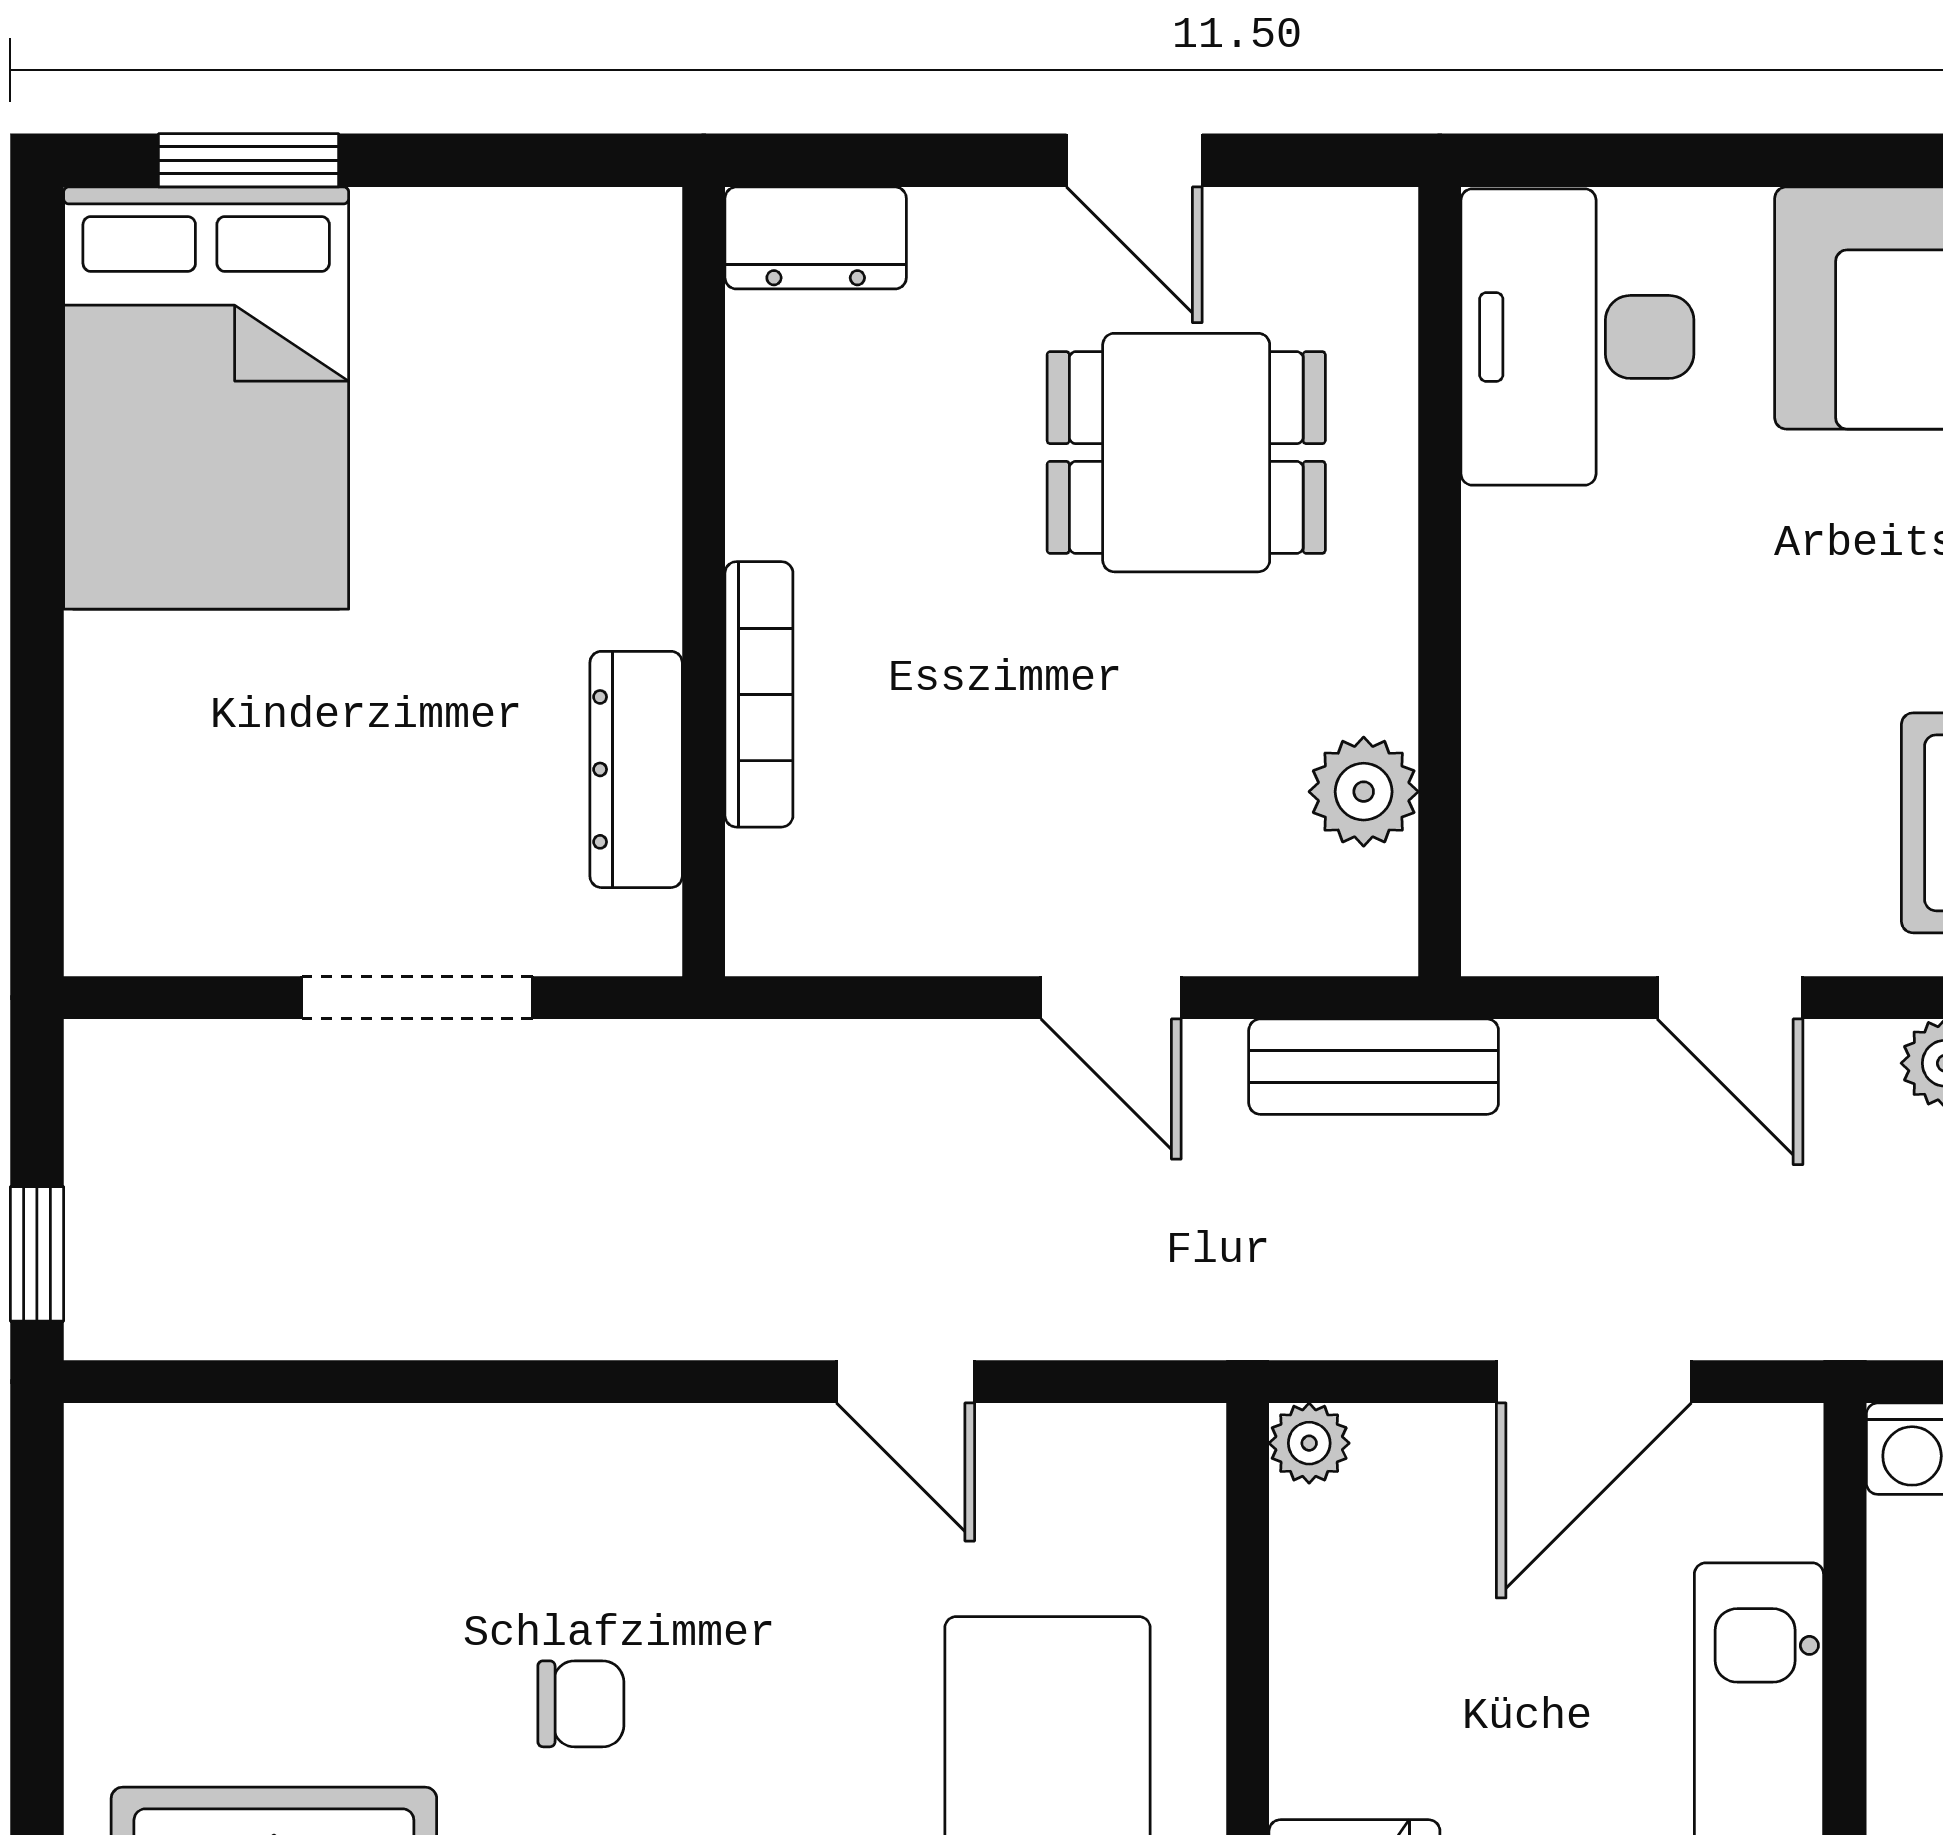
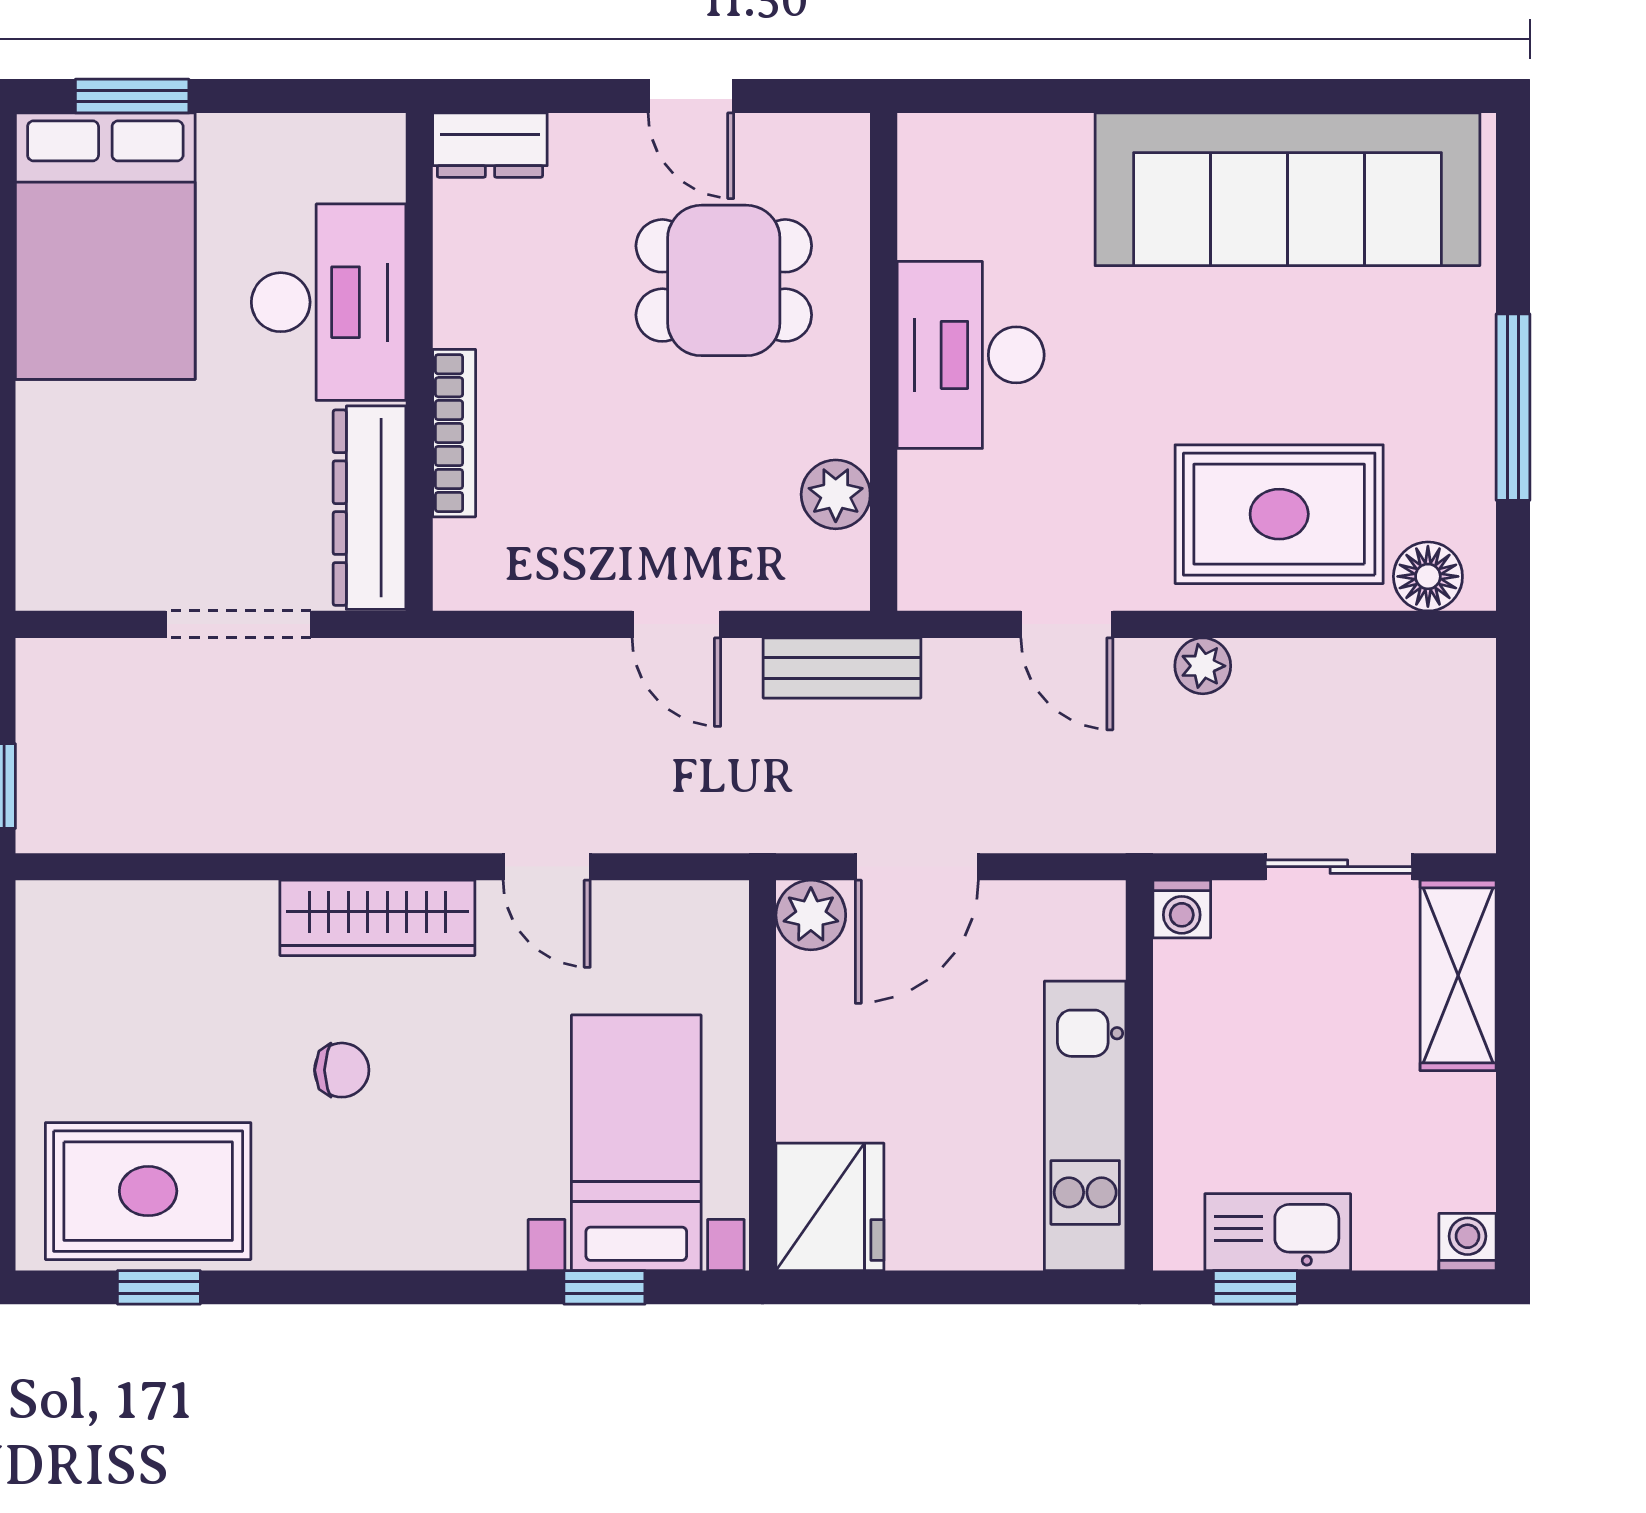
desk: (1577, 337) -> (971, 355), moved
desk: (560, 487) -> (329, 302), added
dresser: (636, 769) -> (369, 508), width x1.37, depth x1.24
door: (1594, 1382) -> (917, 867), moved
plant: (1309, 1443) -> (811, 915), width x1.38, depth x1.38
wardrobe: (637, 1463) -> (377, 918), added

